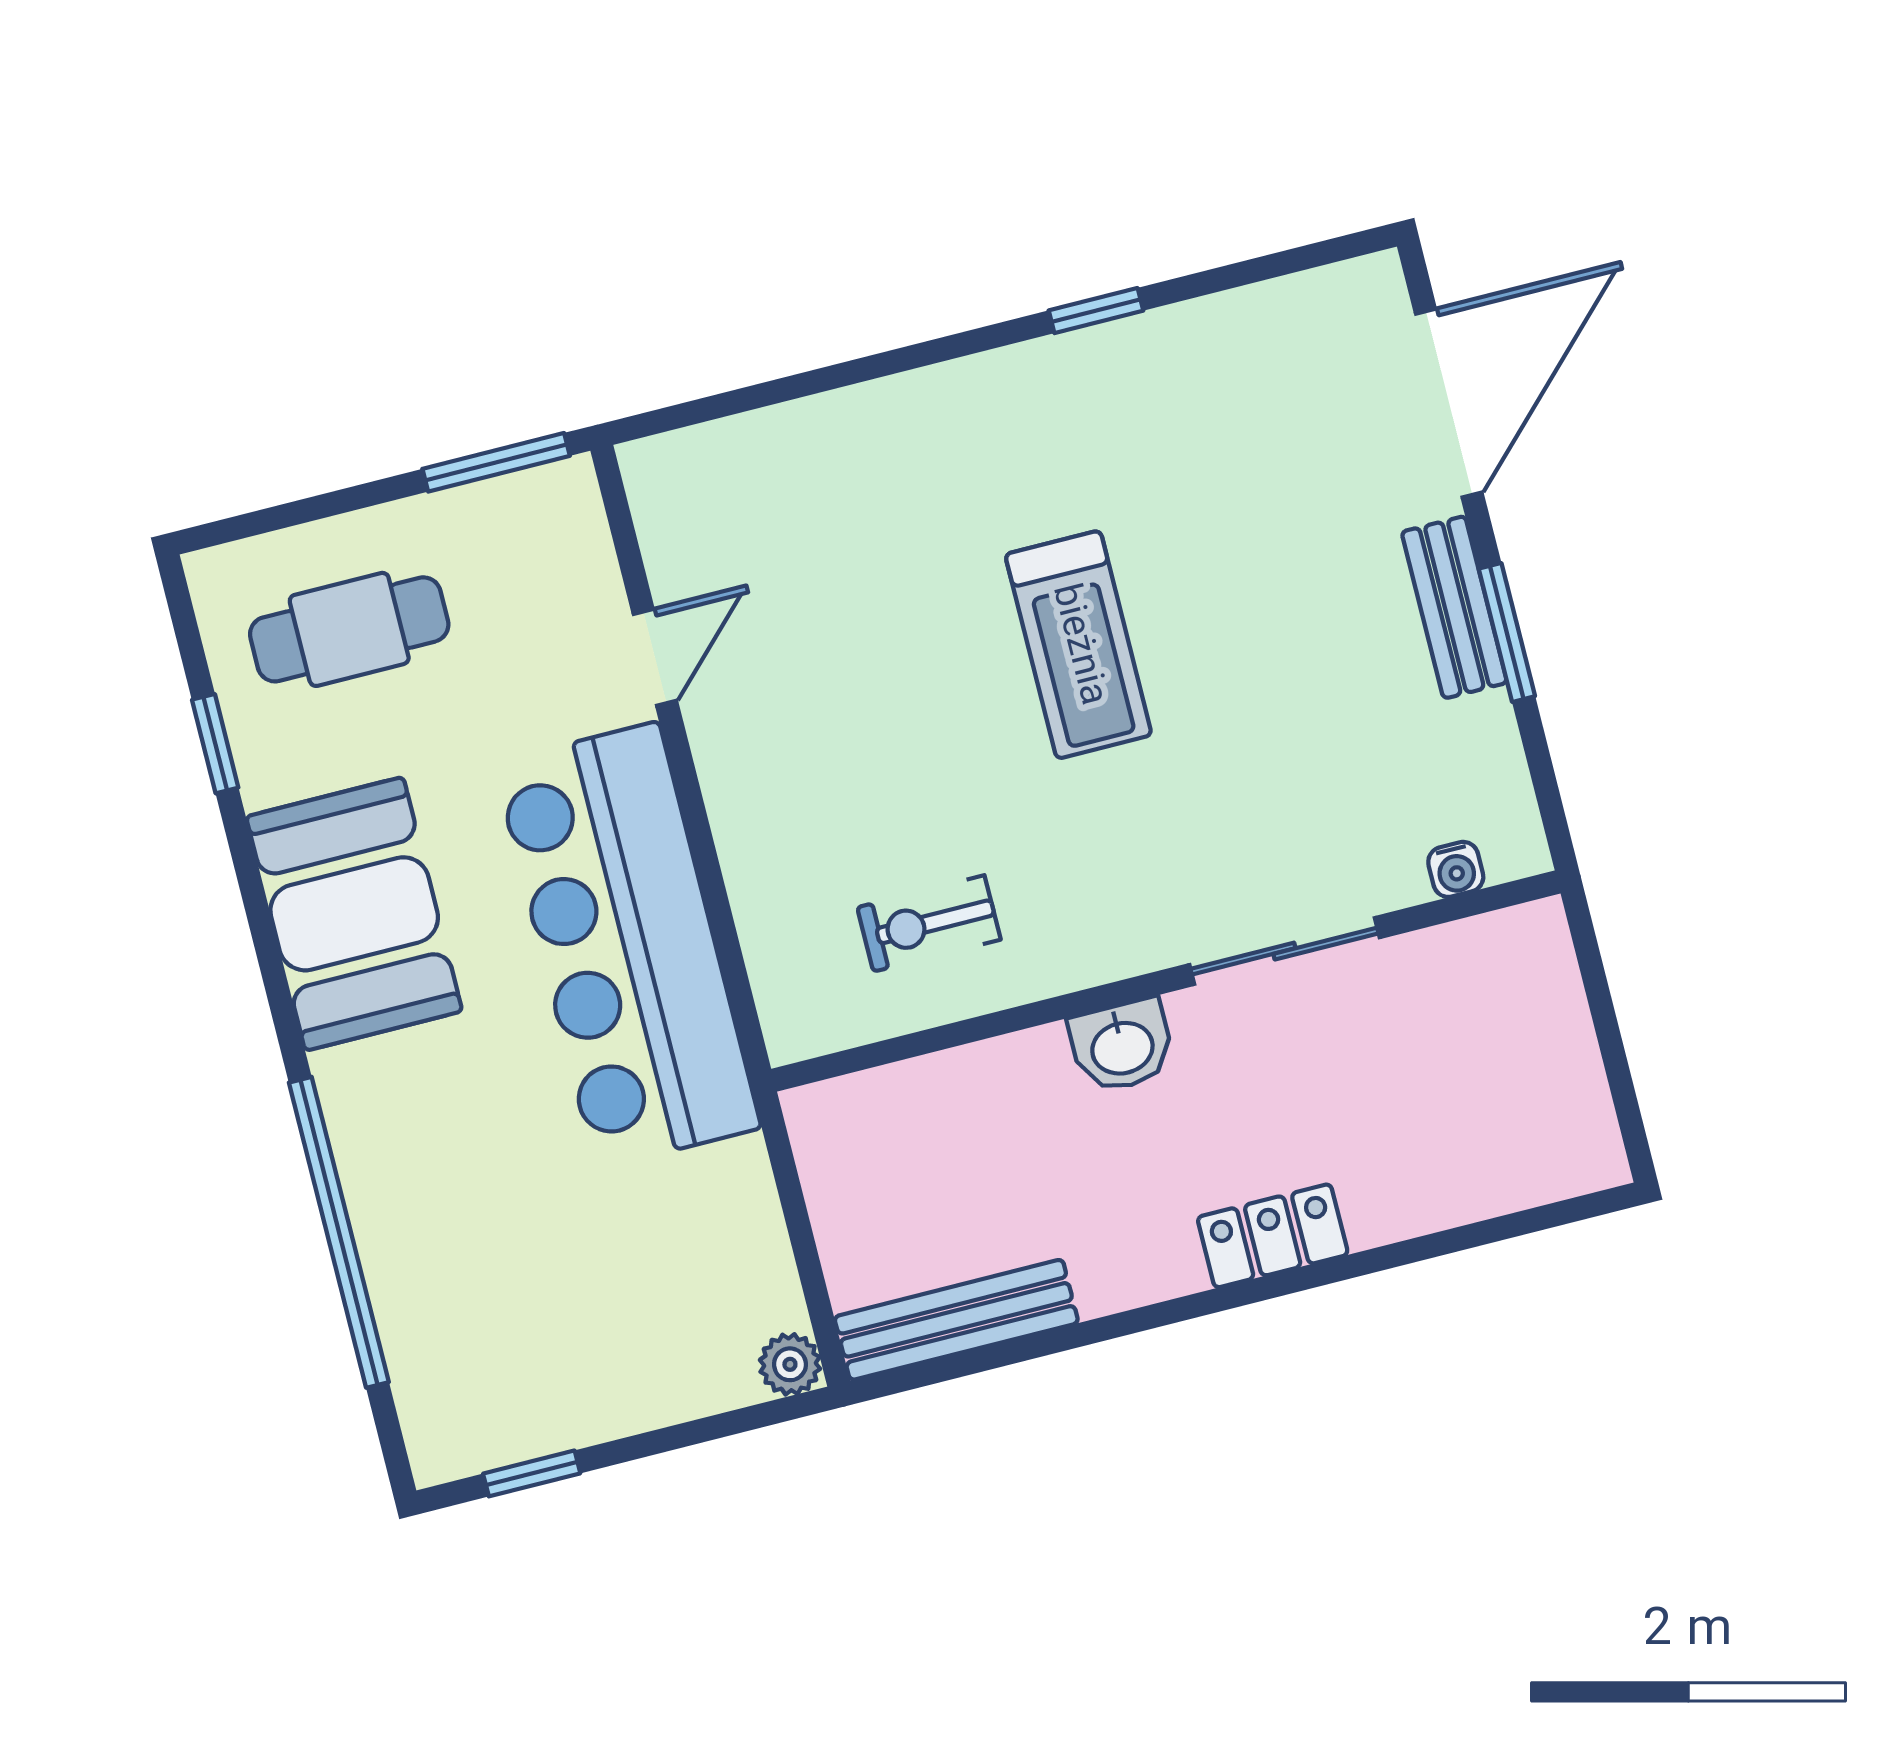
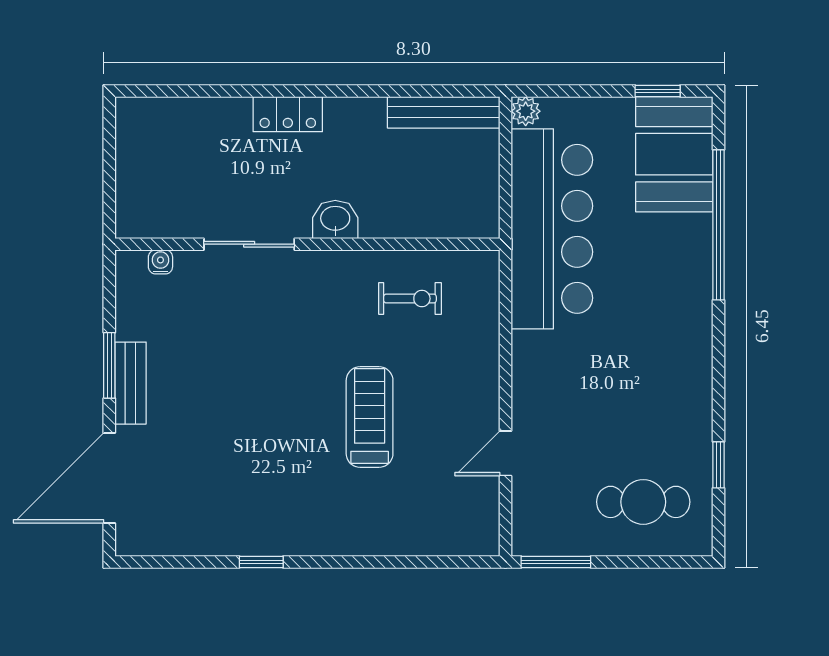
treadmill: (1078, 645) -> (370, 417), moved
booth: (354, 914) -> (674, 154), moved
bar counter: (627, 945) -> (552, 229), moved

